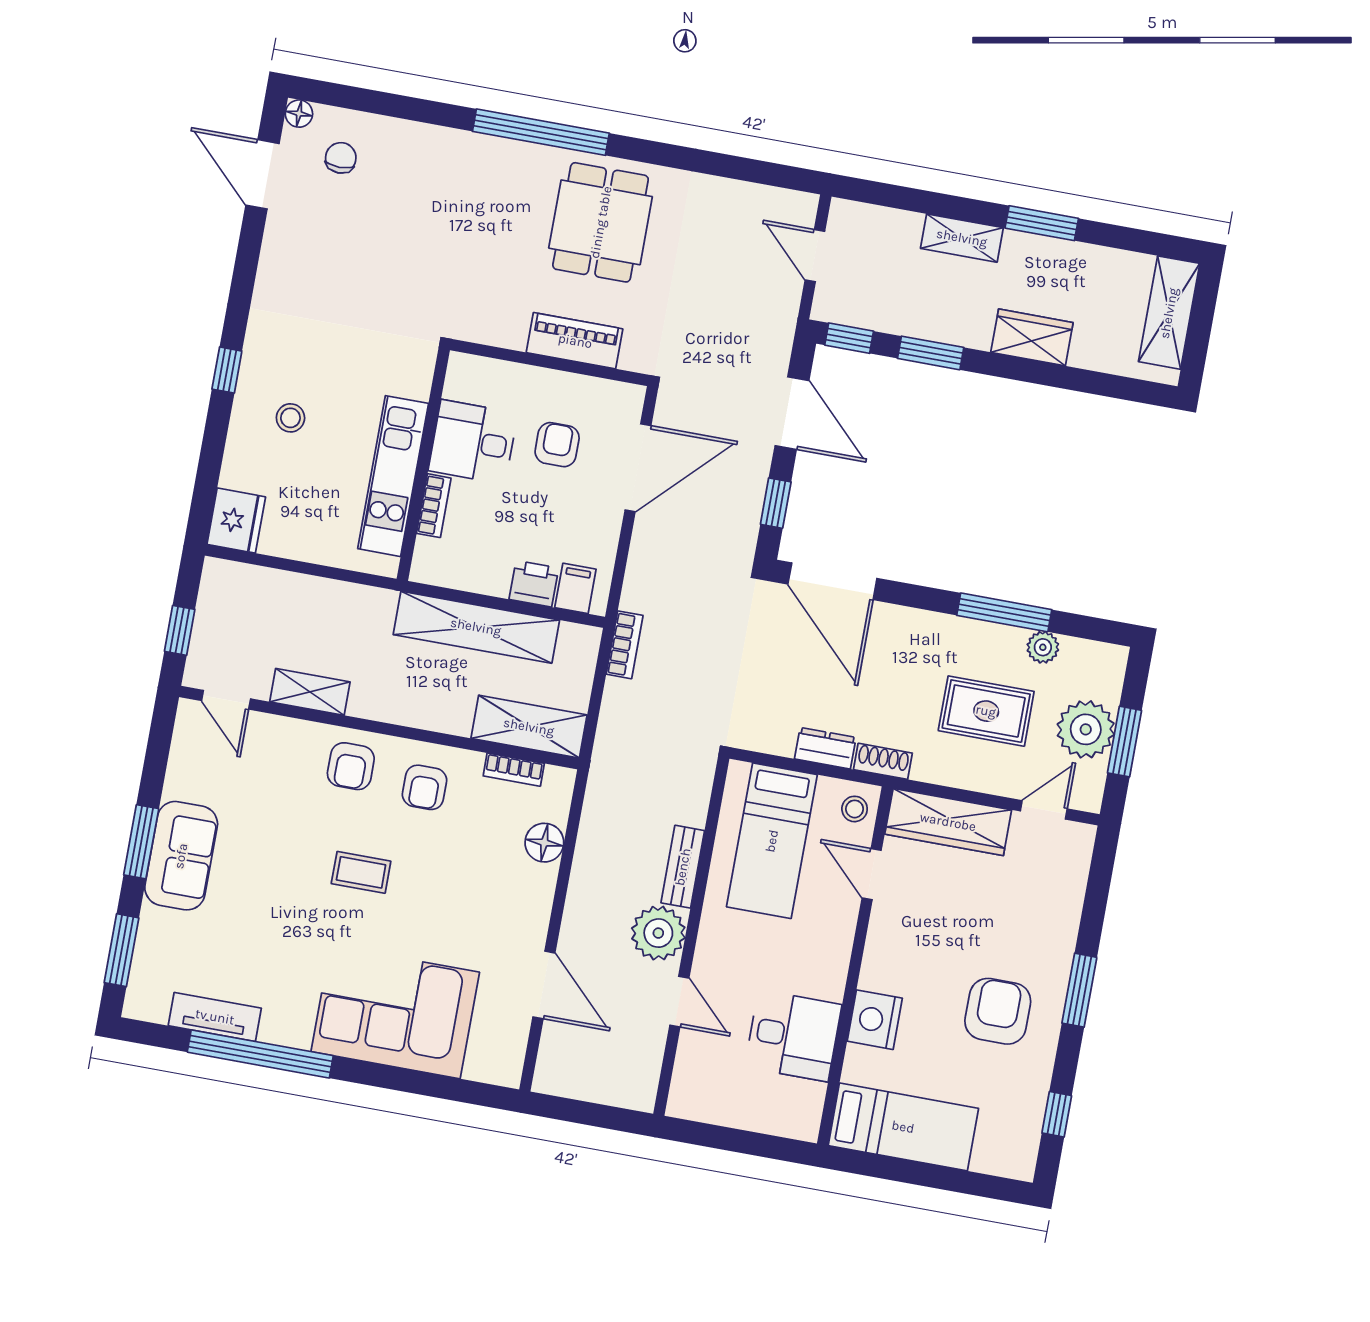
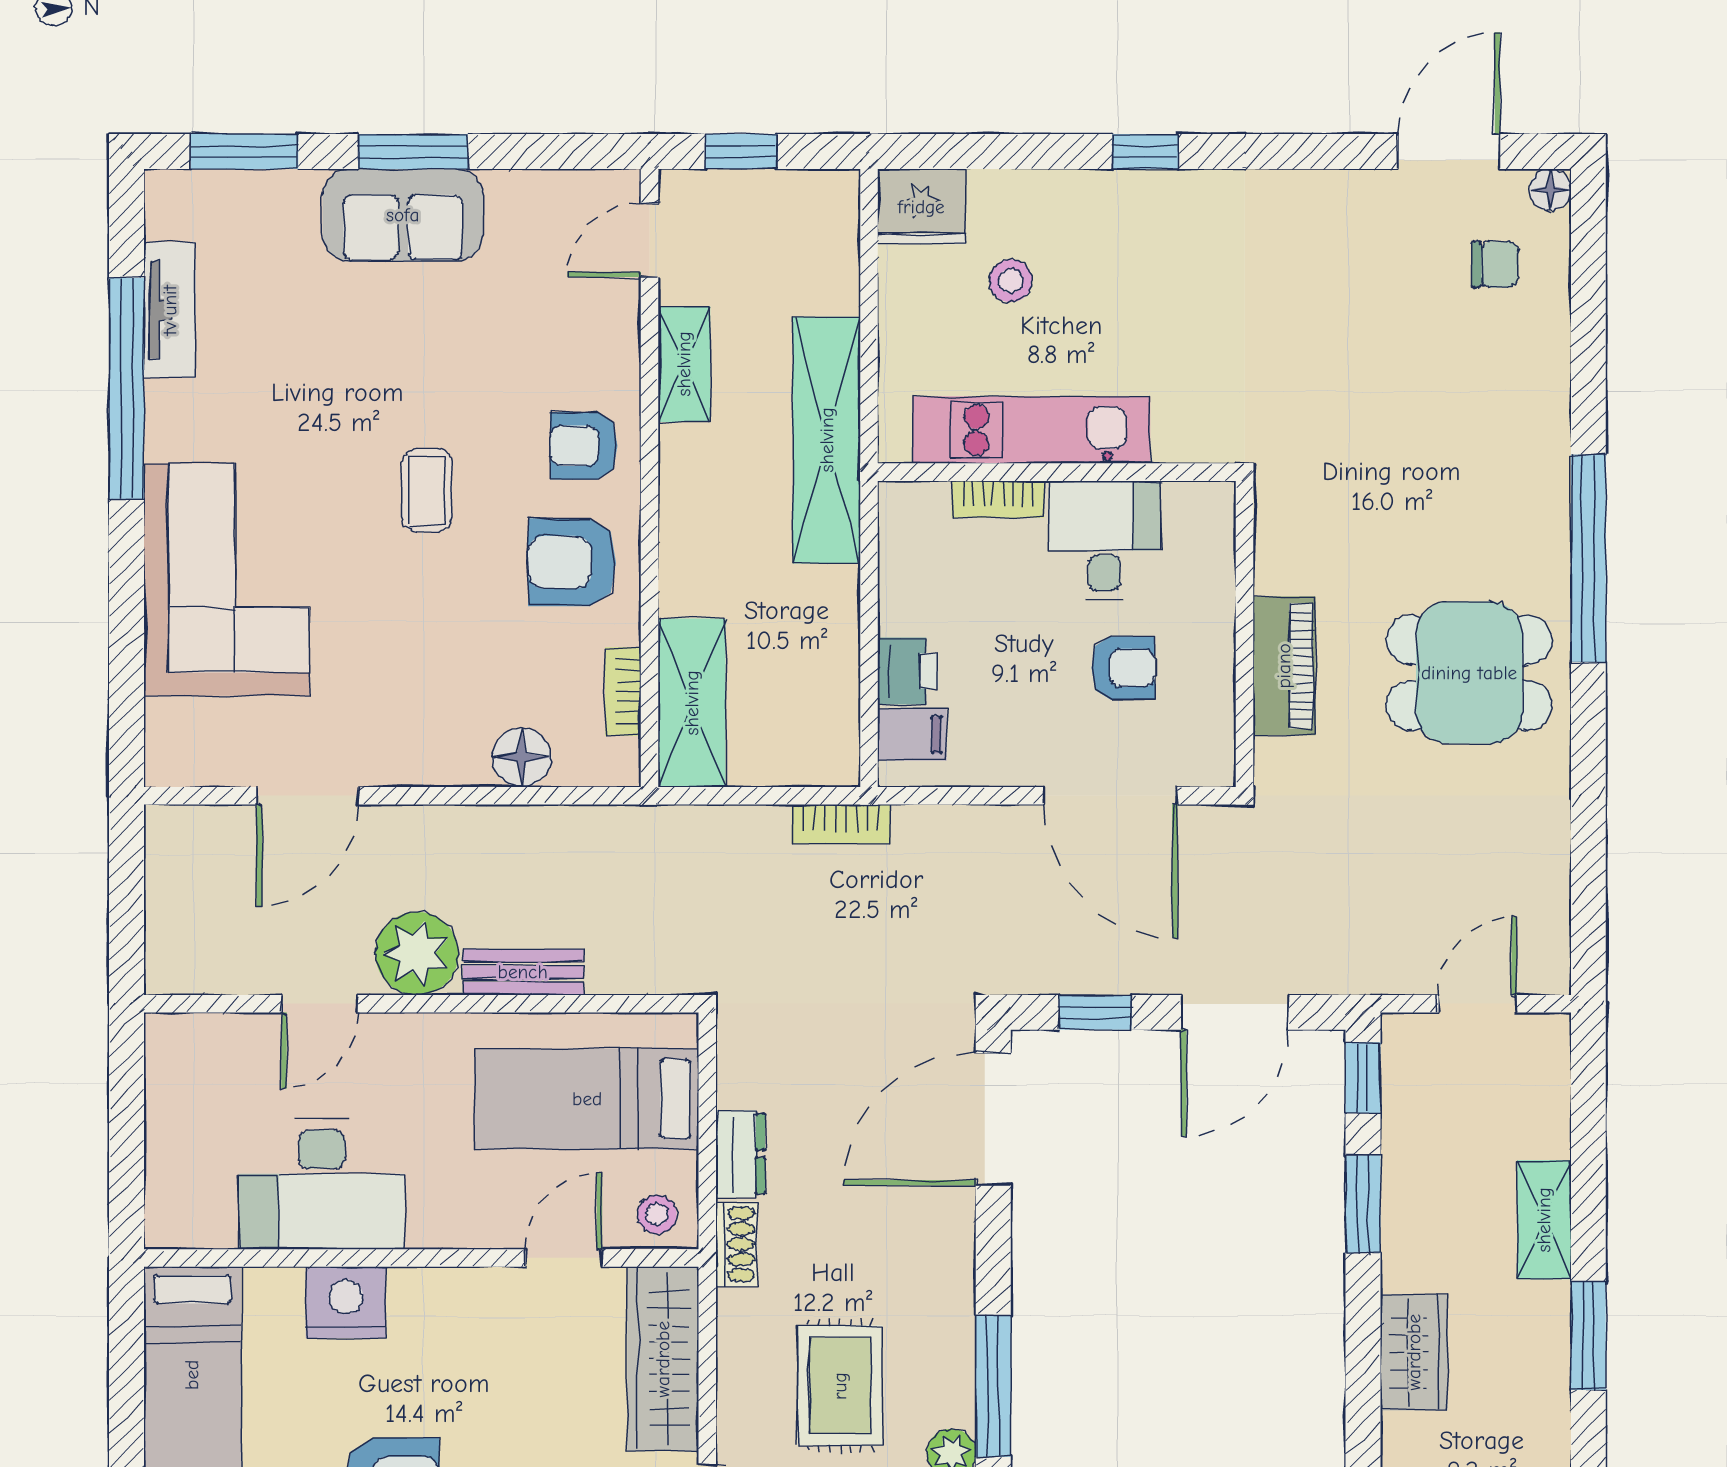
stool: (290, 418) -> (1011, 281), moved
shelving: (476, 627) -> (827, 440), moved
armchair: (425, 787) -> (572, 562), width x1.38, depth x1.38
desk: (793, 1036) -> (322, 1184), width x1.37

